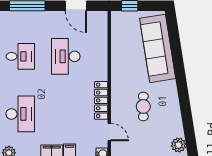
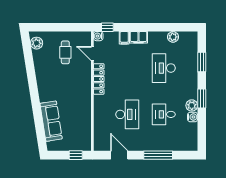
sofa: (158, 48) -> (51, 121), width x0.74, depth x0.79
cafe table: (143, 106) -> (65, 52), moved

